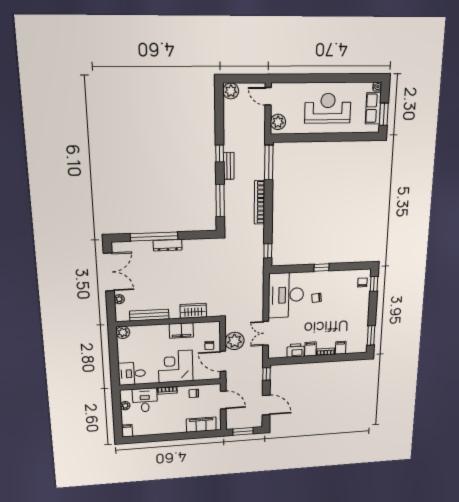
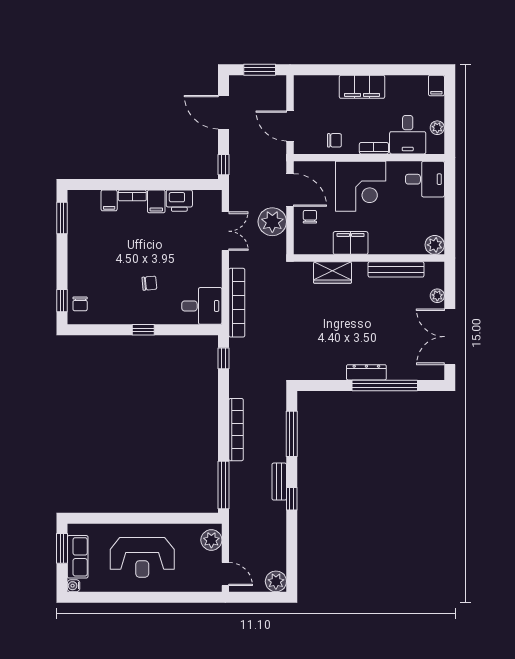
bookcase: (258, 288) -> (237, 303), added
desk: (286, 295) -> (202, 306), width x0.53, depth x0.77
filing cabinet: (201, 425) -> (362, 87), moved

